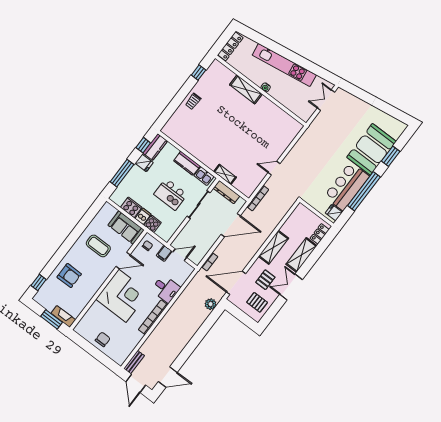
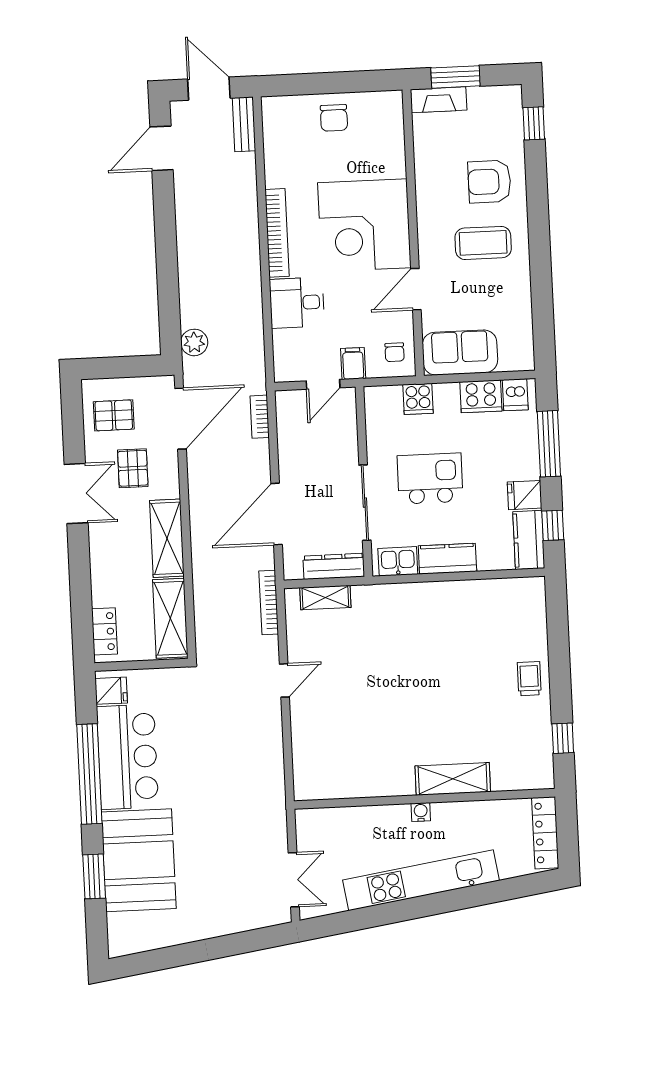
shelving: (225, 174) -> (325, 598), moved
dishwasher: (143, 216) -> (515, 395), moved
coffee table: (98, 246) -> (483, 243), moved
shelving: (301, 255) -> (170, 618), moved

